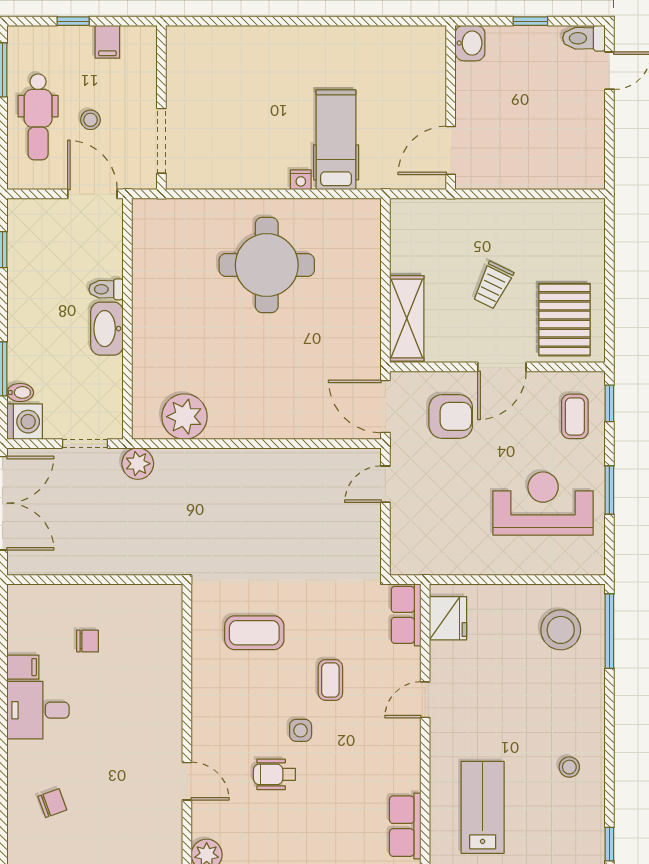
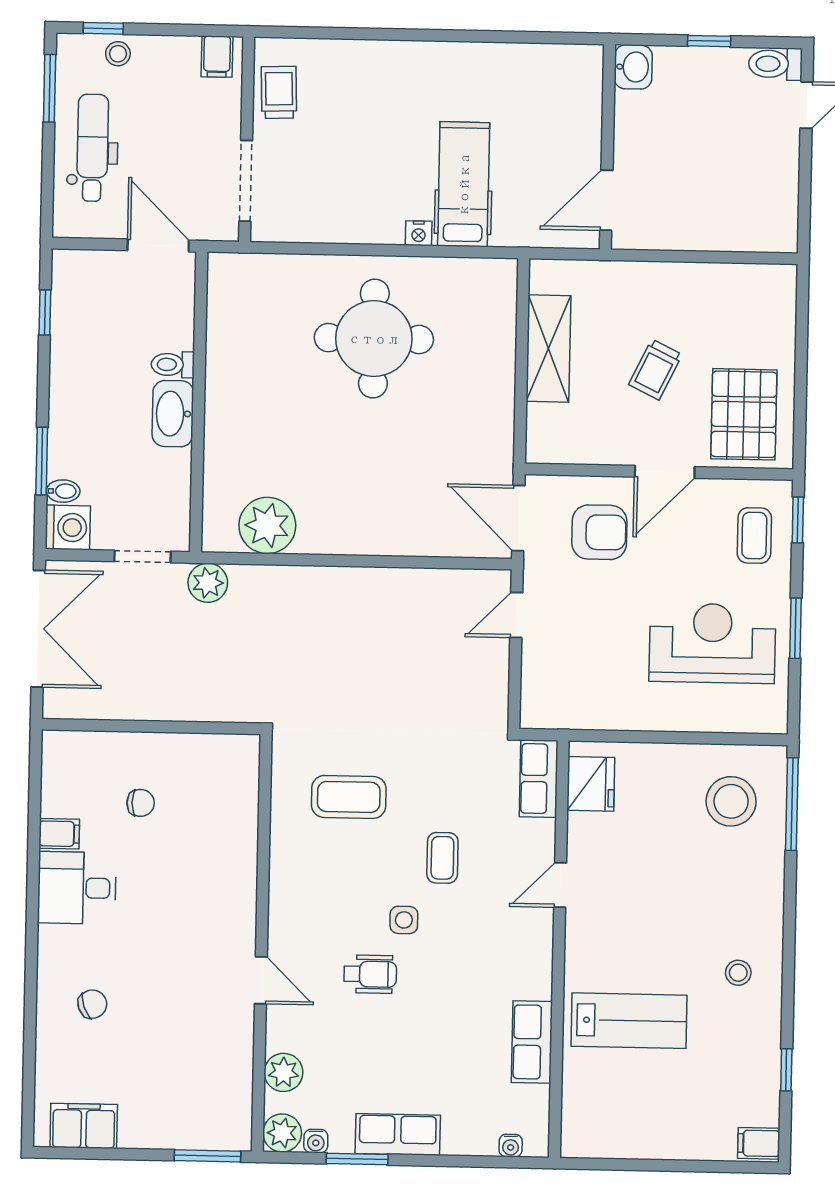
window: (73, 21) -> (103, 28), moved
filing cabinet: (107, 42) -> (217, 57), moved
trolley: (187, 69) -> (279, 92), added
dental chair: (38, 117) -> (93, 148), turned 180
stool: (90, 120) -> (118, 54), moved
shelving: (407, 318) -> (548, 348), moved
wheelchair: (274, 774) -> (370, 974), turned 180
lab bench: (483, 807) -> (629, 1021), turned 90

